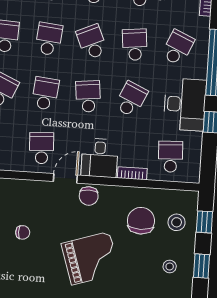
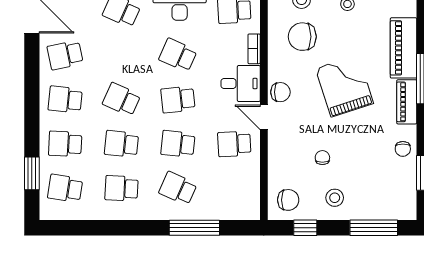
school desk: (92, 42) -> (122, 99), turned 48
school desk: (135, 45) -> (122, 55), removed

